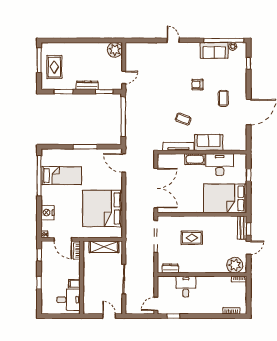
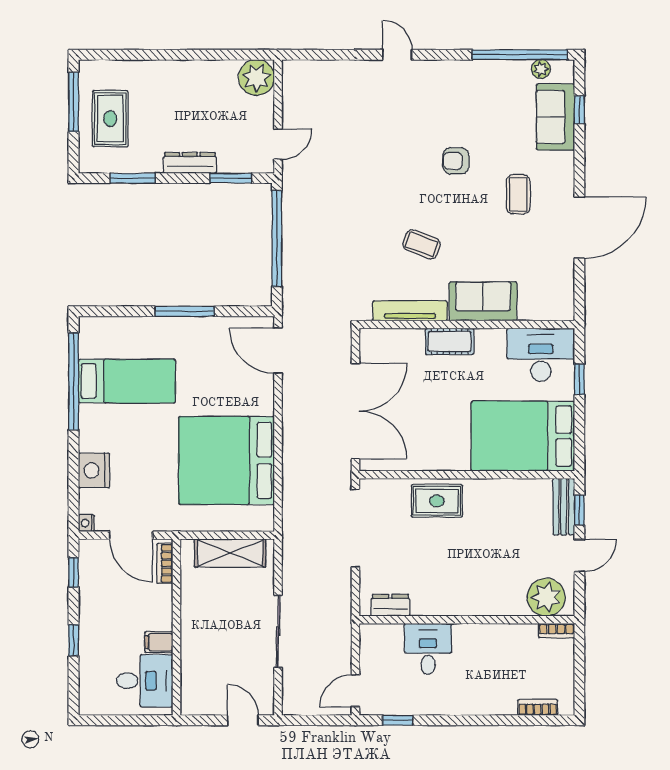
sofa: (214, 50) -> (555, 117), moved, turned 90
desk: (220, 165) -> (541, 355), moved
rug: (192, 238) -> (437, 501), moved

